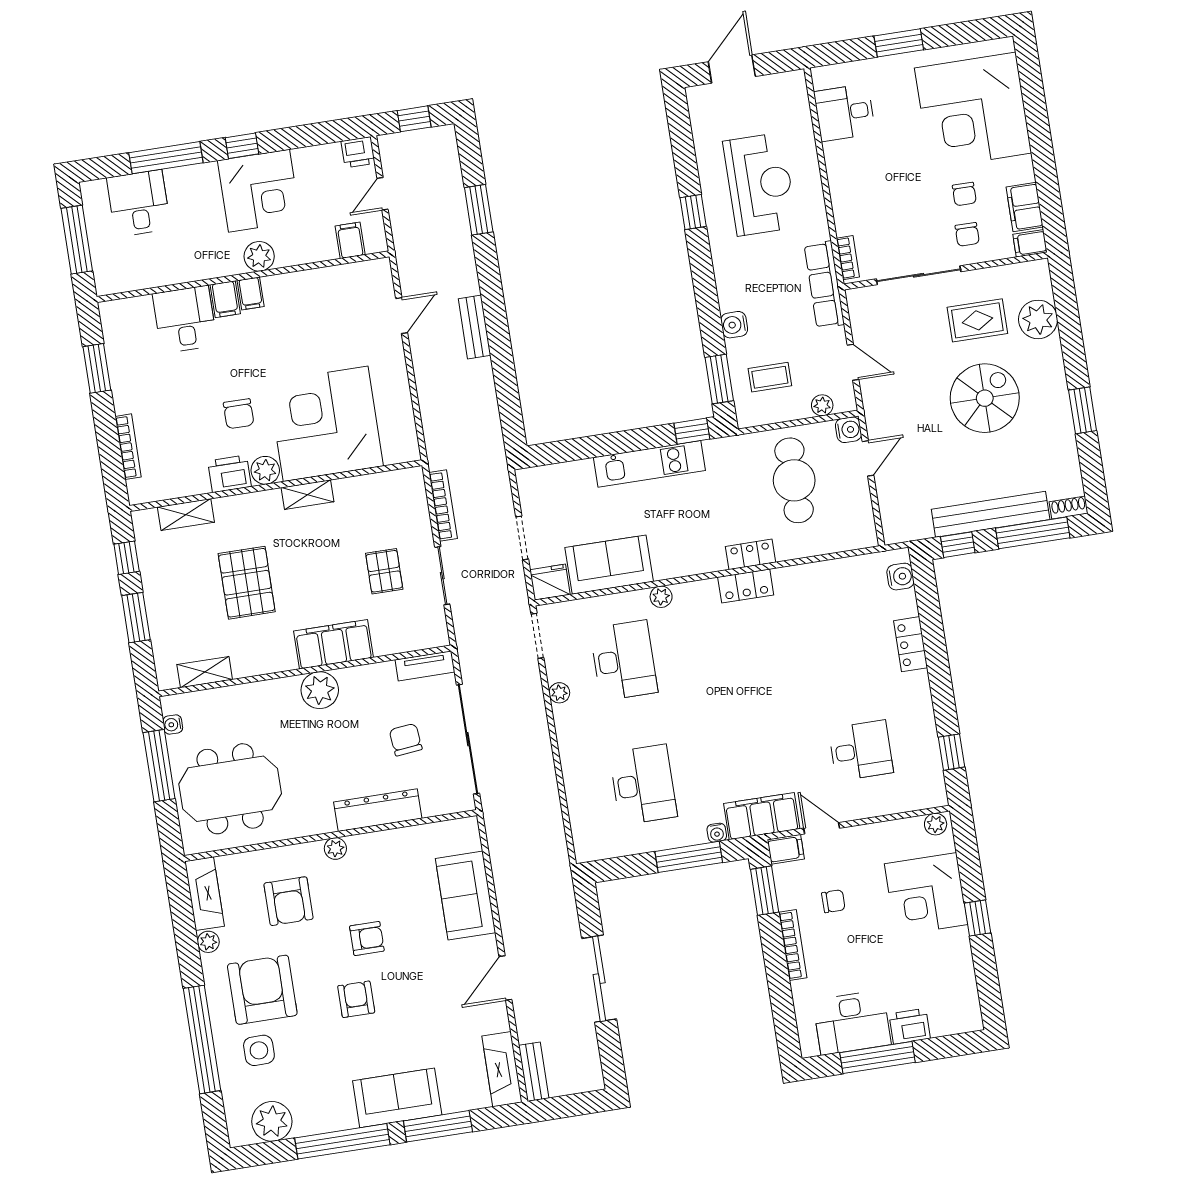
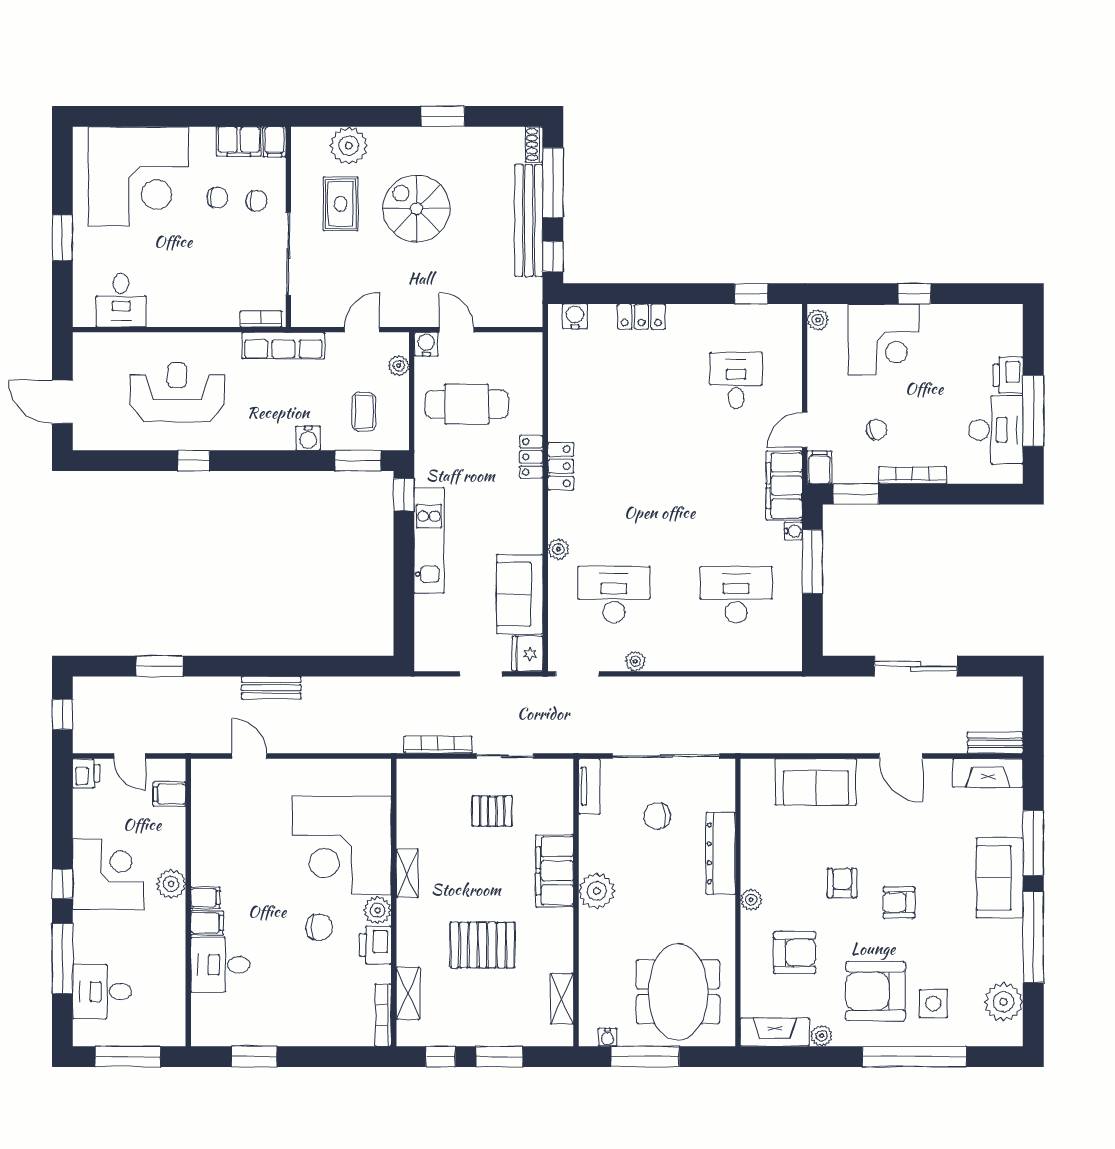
bookcase: (128, 447) -> (383, 1015), moved, turned -90
chair: (833, 901) -> (877, 430), turned 75

